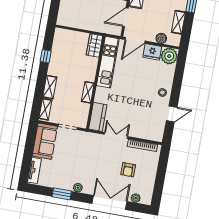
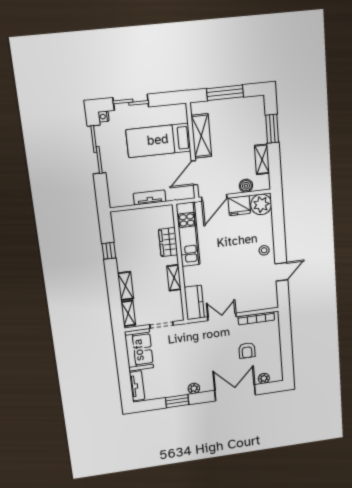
tv unit: (87, 26) -> (150, 197), added
wardrobe: (94, 45) -> (168, 242), moved

